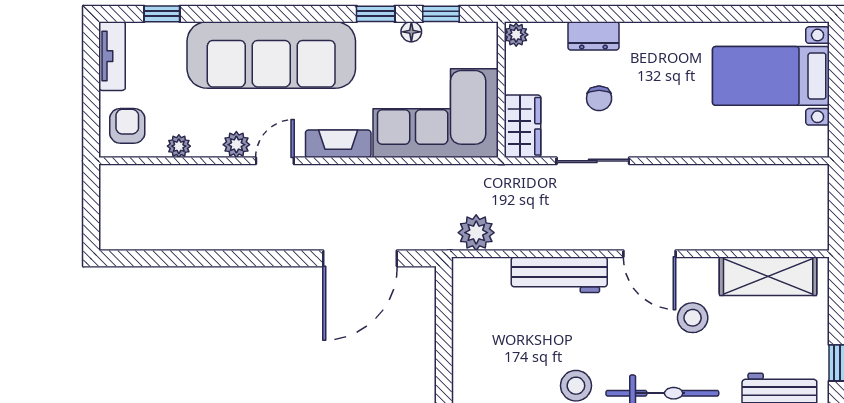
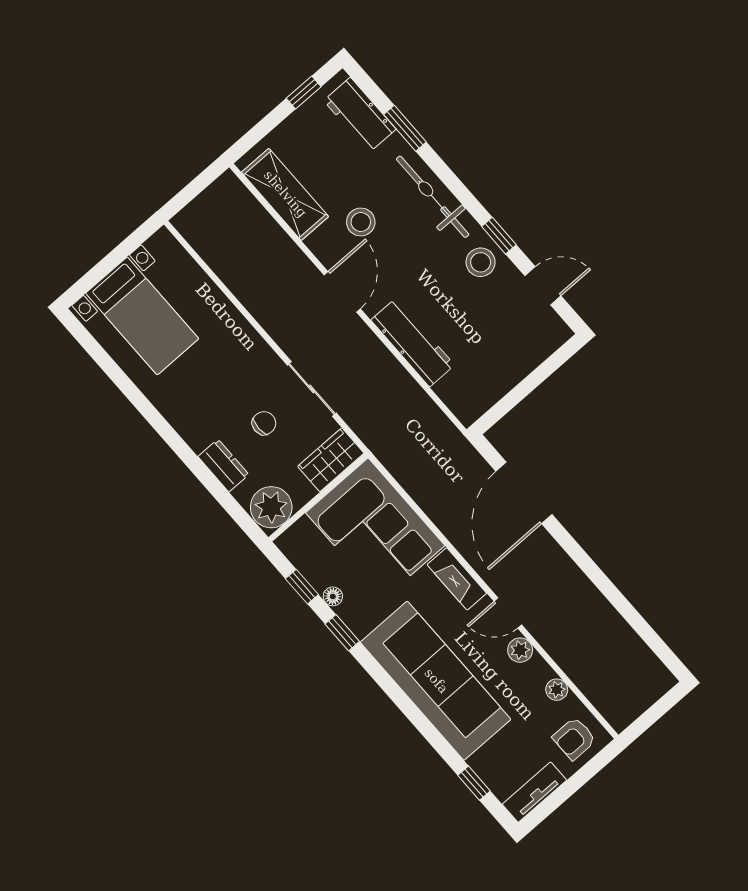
plant: (516, 35) -> (271, 507), width x1.88, depth x1.88
plant: (476, 233) -> (434, 427), removed
door: (360, 258) -> (524, 493), swing flipped

